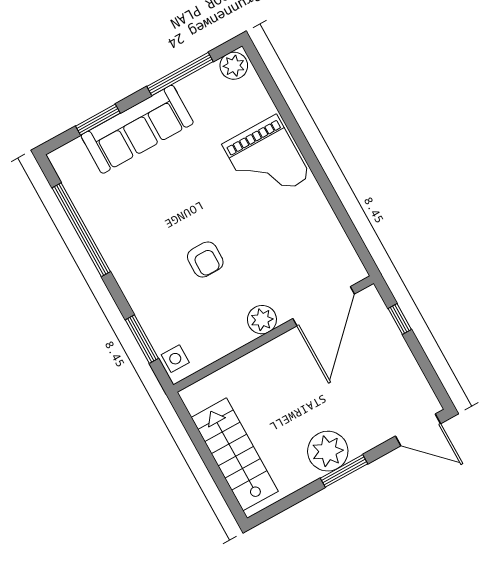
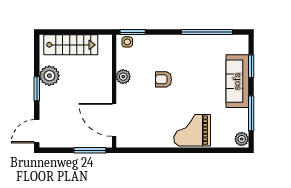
window: (400, 319) -> (90, 150), width x2.17
plant: (262, 320) -> (123, 77), moved
window: (142, 339) -> (133, 32), moved
plant: (328, 451) -> (49, 76), moved

